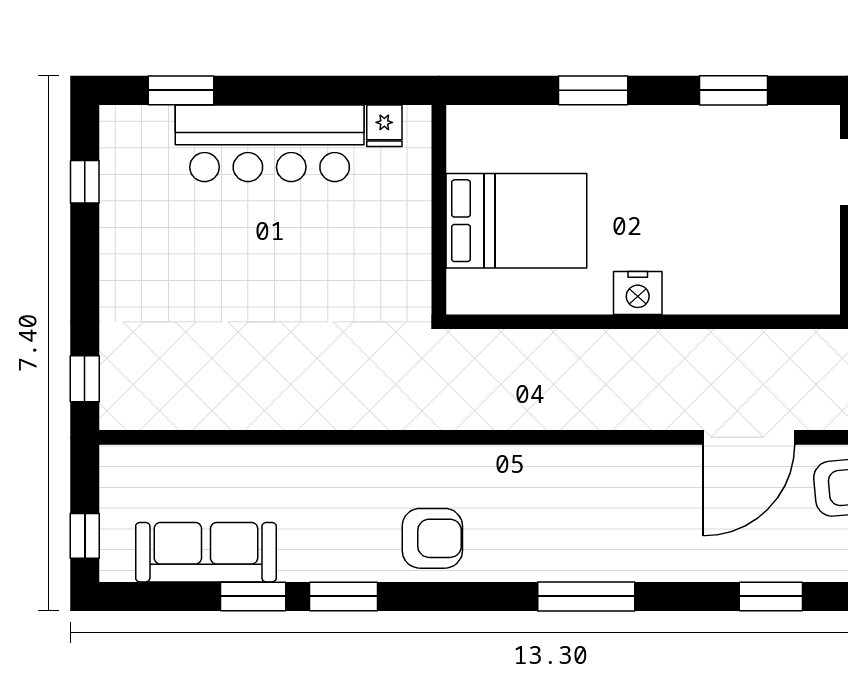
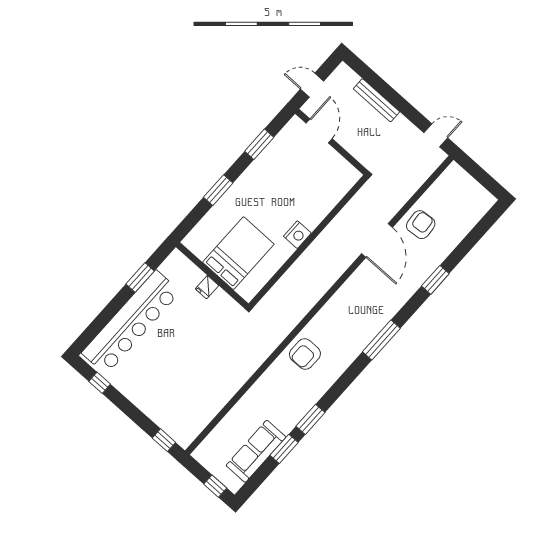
window: (181, 90) -> (140, 277), moved
fridge: (384, 126) -> (207, 287), moved, turned 90
bar counter: (270, 143) -> (131, 322), width x1.36
armchair: (432, 538) -> (305, 354), moved, turned 180

